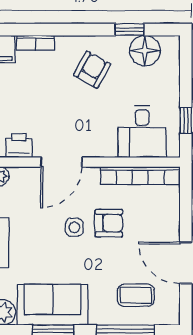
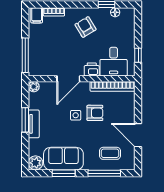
floor lamp: (145, 51) -> (115, 12), width x0.53, depth x0.53
armchair: (92, 70) -> (86, 27), turned -60
printer: (19, 146) -> (92, 69), moved

